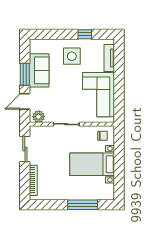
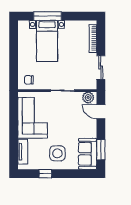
sofa: (39, 70) -> (88, 154), moved
window: (25, 74) -> (101, 150), moved
door: (25, 101) -> (101, 112), swing flipped
bed with nightstands: (92, 164) -> (47, 41), moved, turned 90

